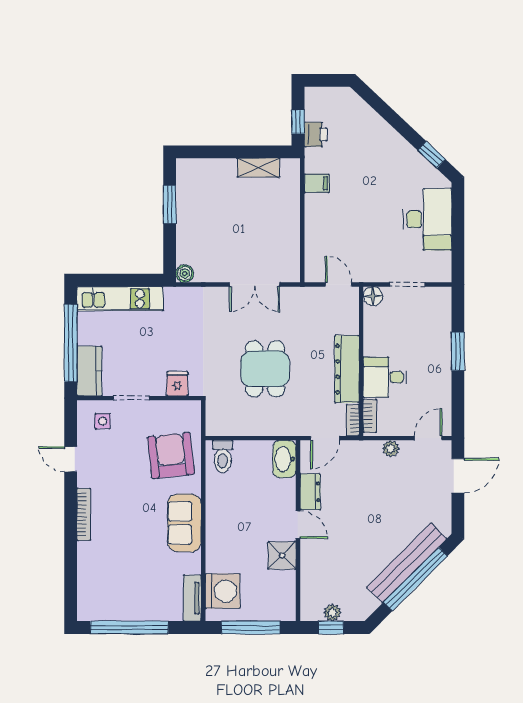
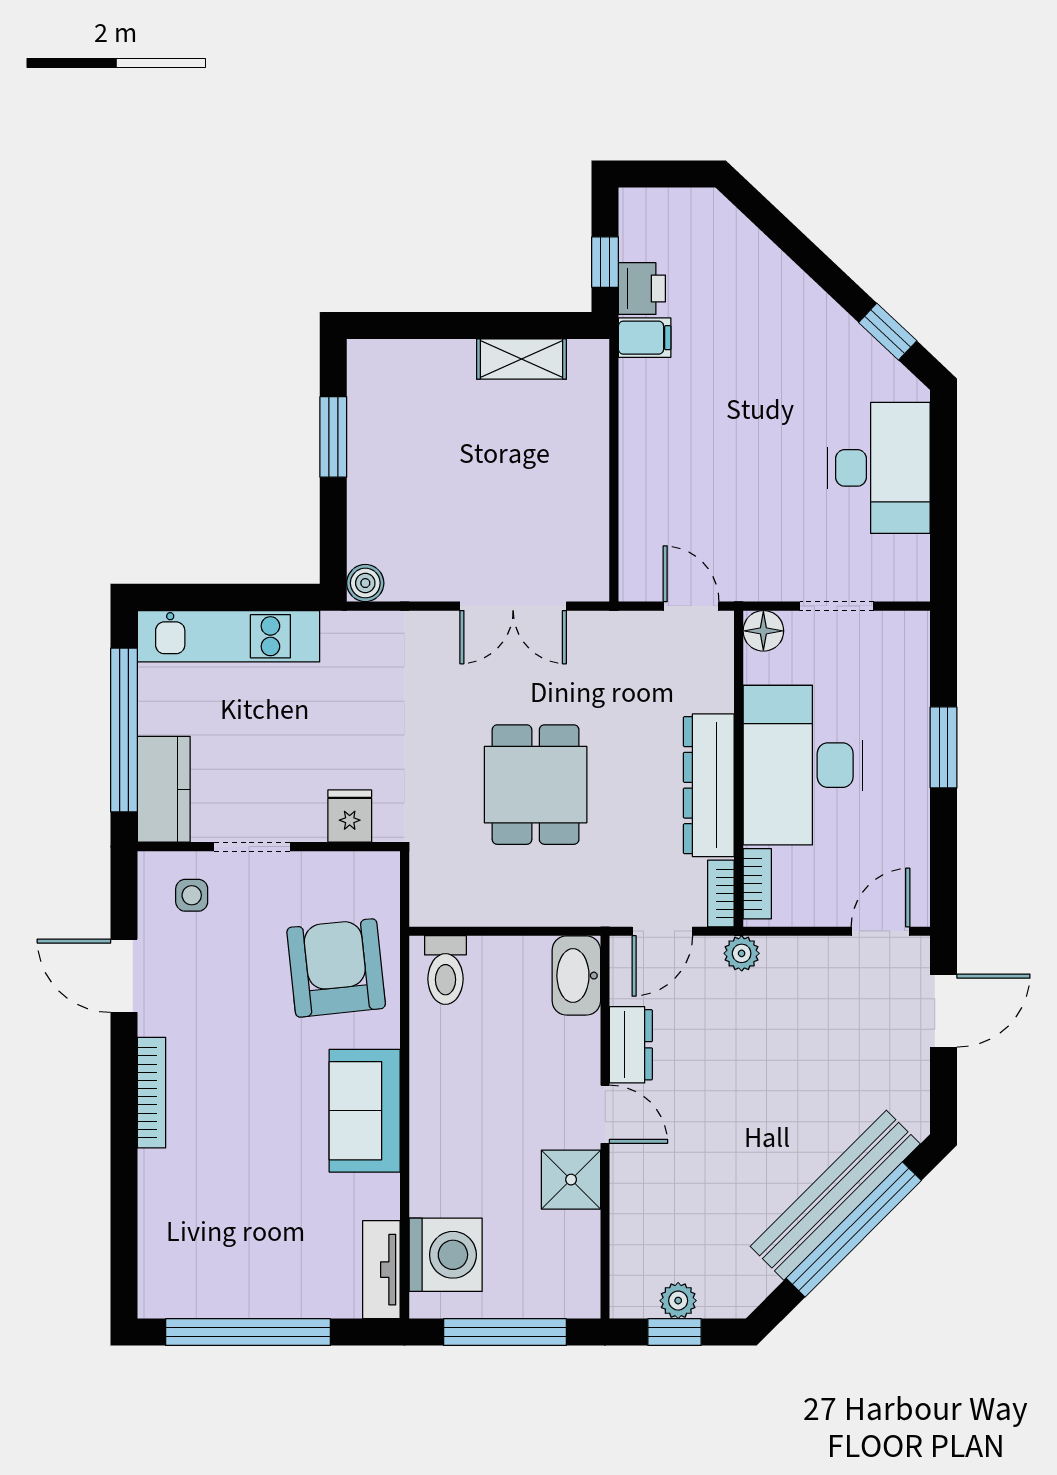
filing cabinet: (317, 183) -> (645, 338), moved
desk: (385, 377) -> (803, 765), width x1.87, depth x1.30
plant: (391, 449) -> (742, 953), moved
door: (71, 459) -> (124, 976), width x1.38

